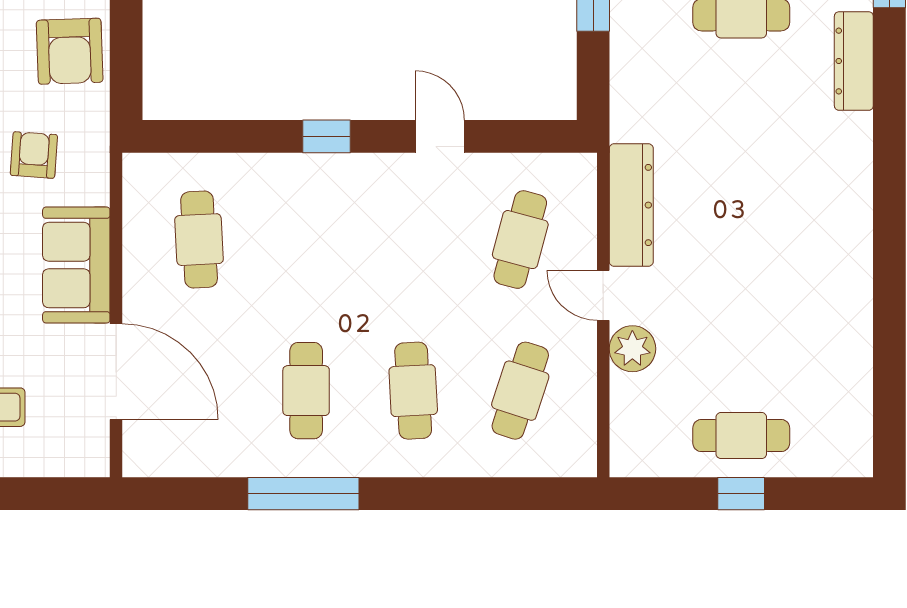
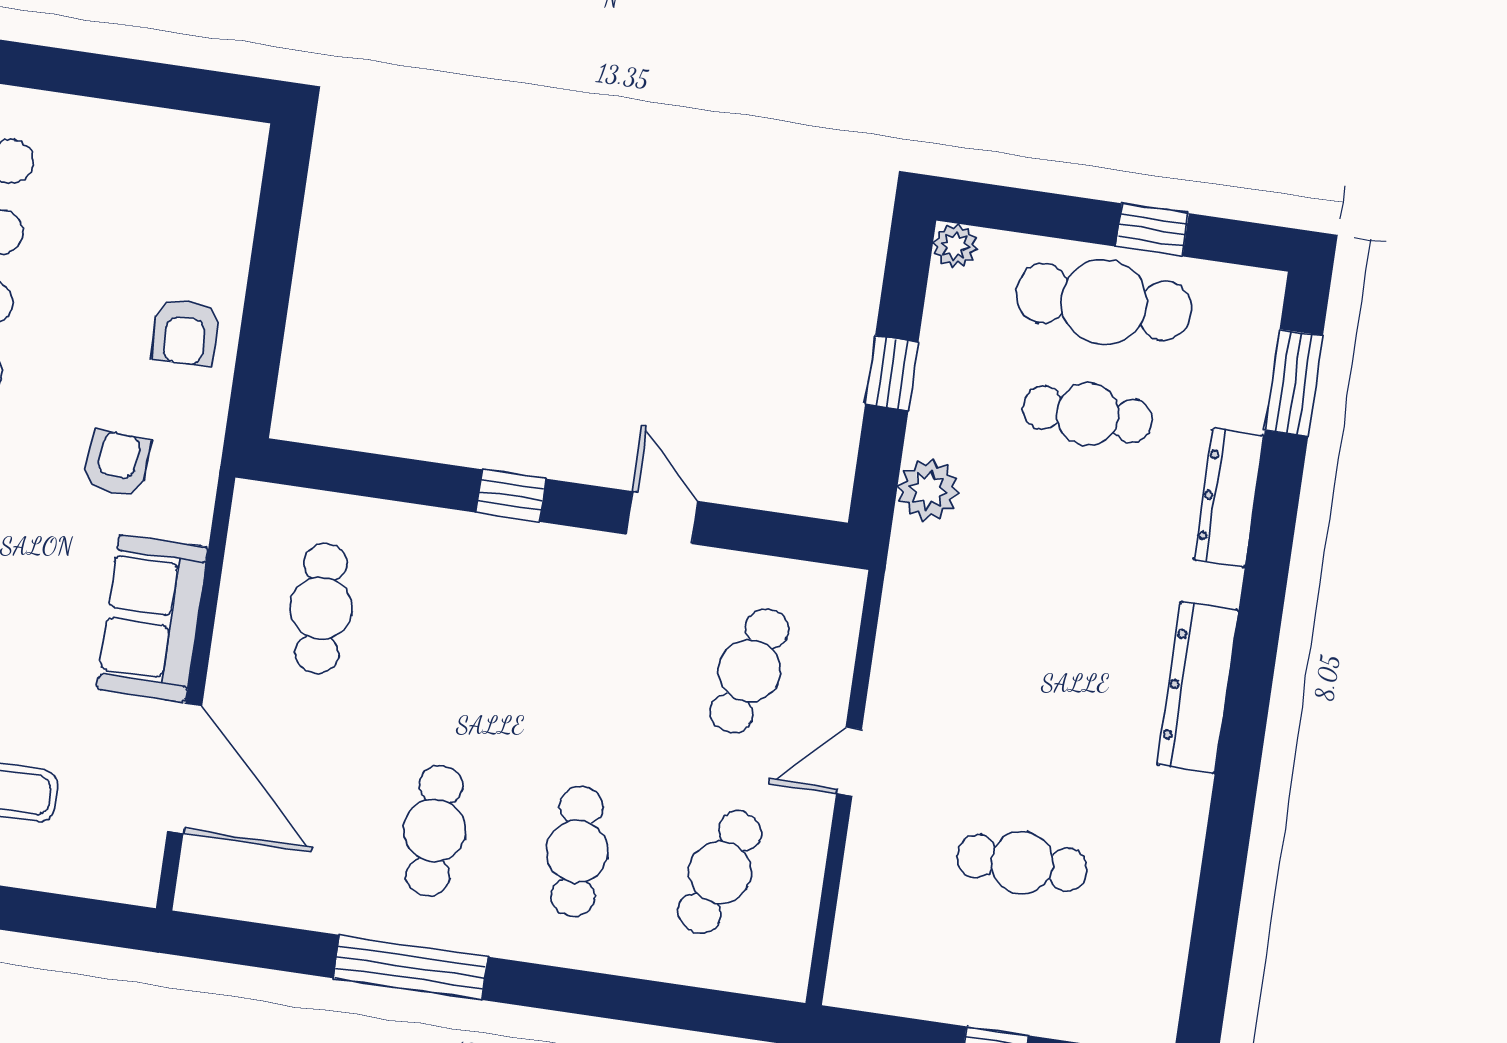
armchair: (70, 51) -> (185, 332), width x0.72, depth x0.72
dresser: (631, 205) -> (1198, 687), moved, turned 180
door: (603, 295) -> (849, 761), hinge flipped
plant: (632, 349) -> (928, 490), moved
cafe table: (741, 436) -> (1022, 863), moved

